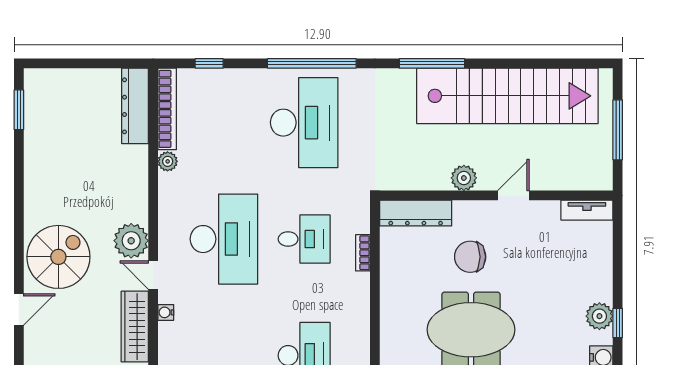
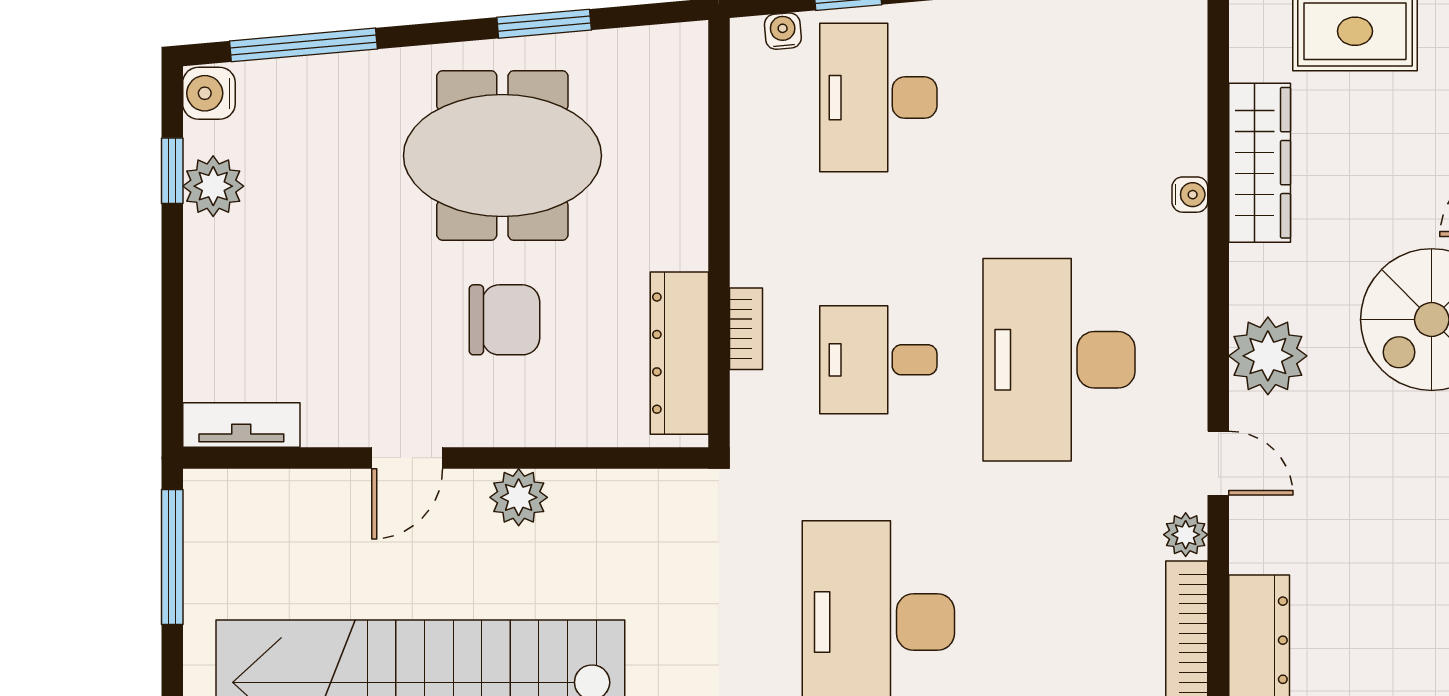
window: (618, 130) -> (172, 557), moved
dresser: (416, 213) -> (679, 353), moved, turned -90
door: (153, 275) -> (1218, 463), moved

